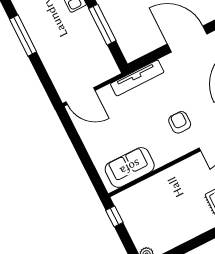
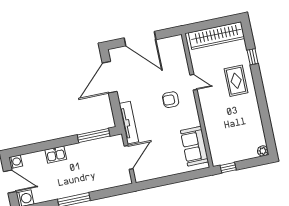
window: (102, 25) -> (94, 135), moved
door: (81, 96) -> (129, 157), moved

